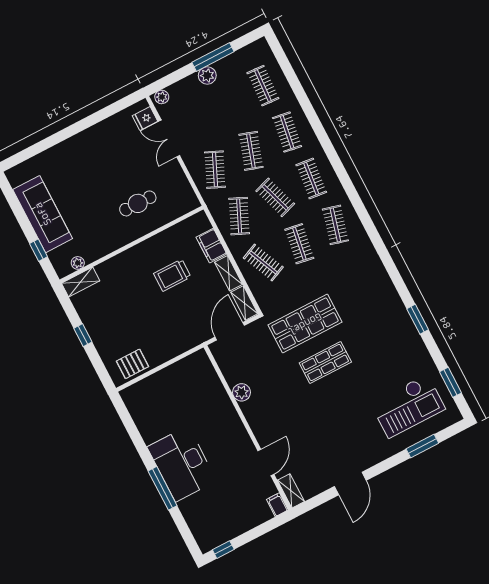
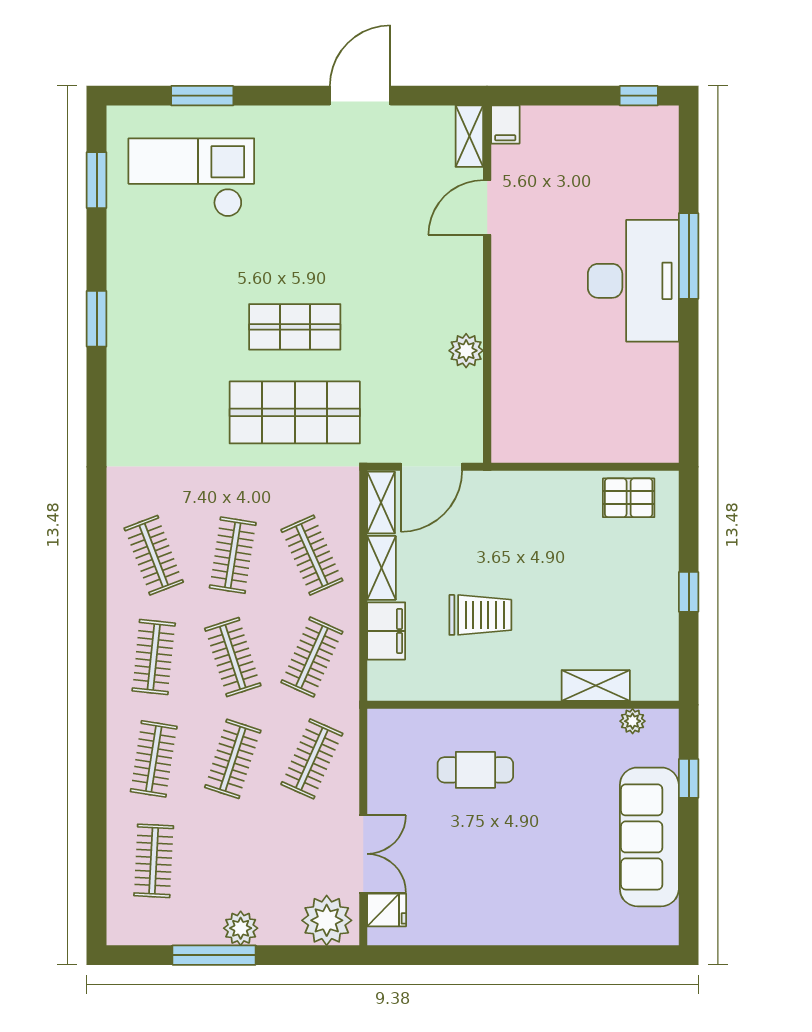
plant: (162, 97) -> (327, 920), width x1.88, depth x1.88
clothes rail: (335, 225) -> (154, 555), turned -36
shelving: (81, 282) -> (596, 685), moved

